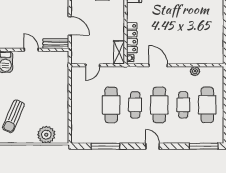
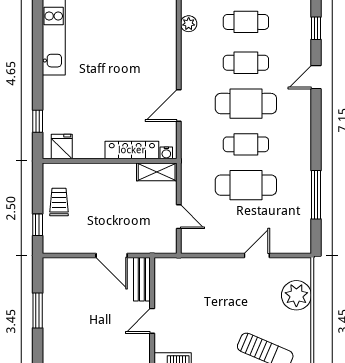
door: (70, 26) -> (112, 256), swing flipped
plant: (195, 71) -> (189, 24), moved
cafe table: (207, 105) -> (246, 22), width x0.73, depth x0.74
door: (70, 111) -> (257, 256), added
door: (153, 146) -> (316, 77), moved
window: (204, 146) -> (316, 28), width x0.46

